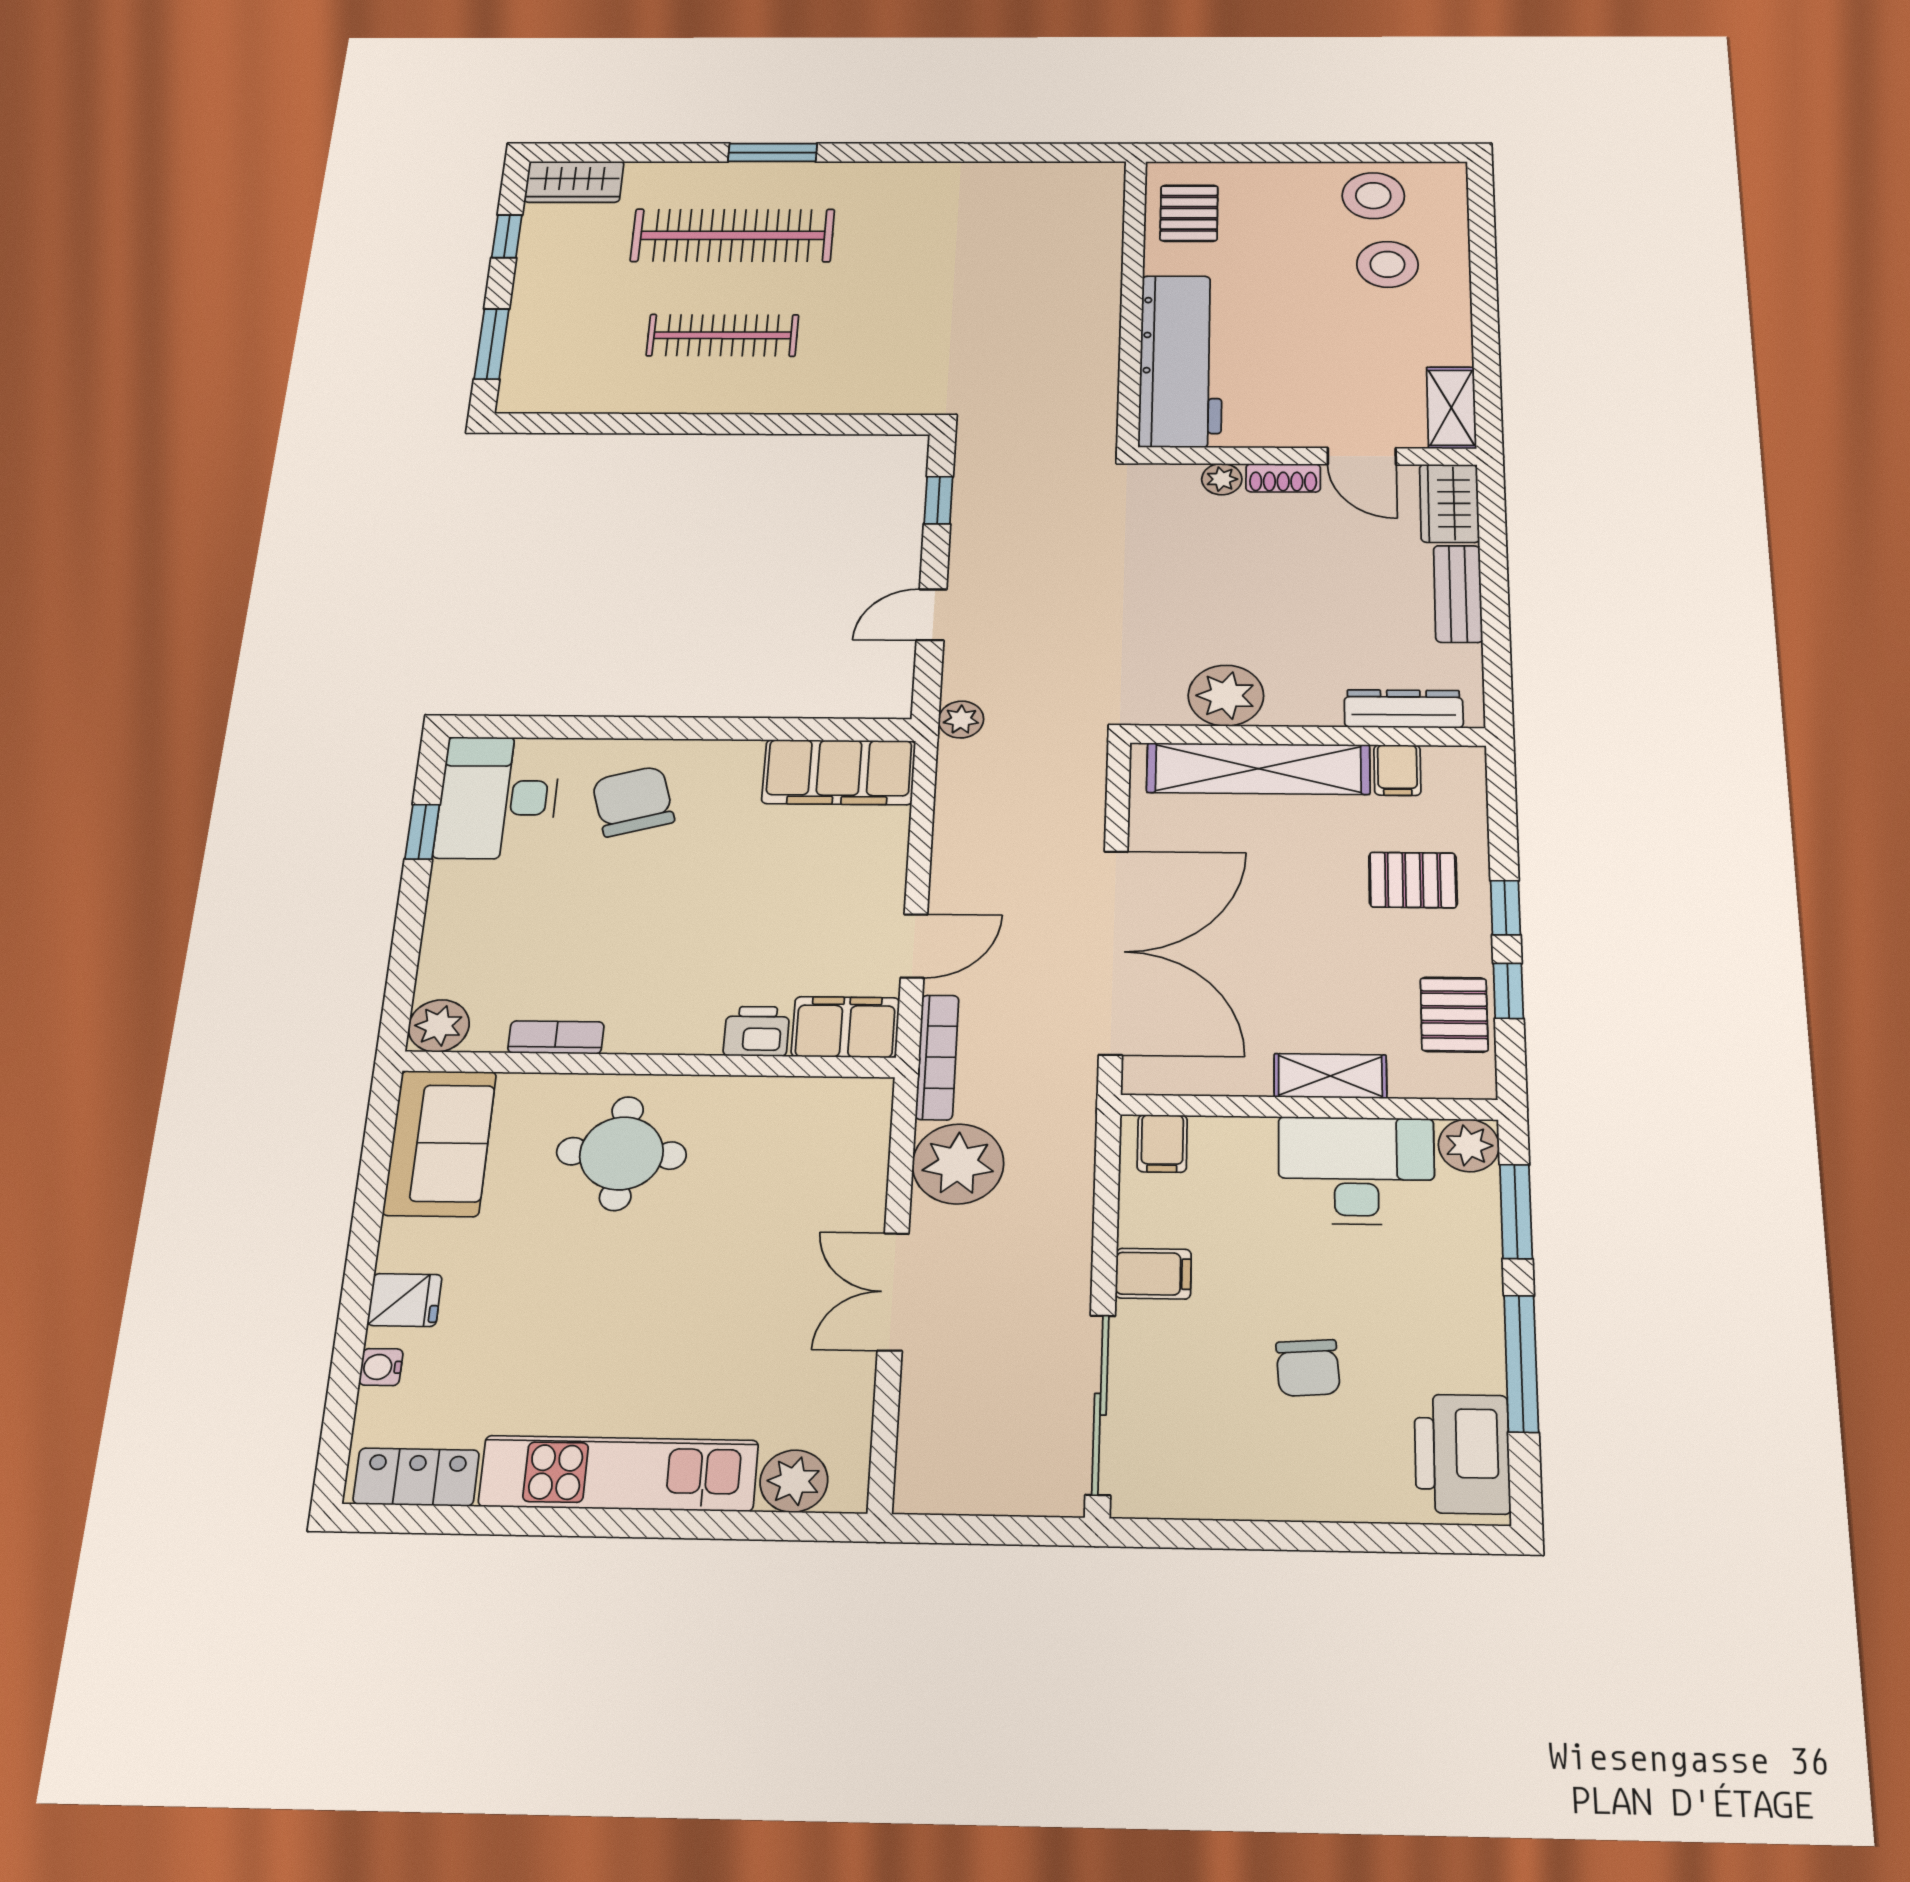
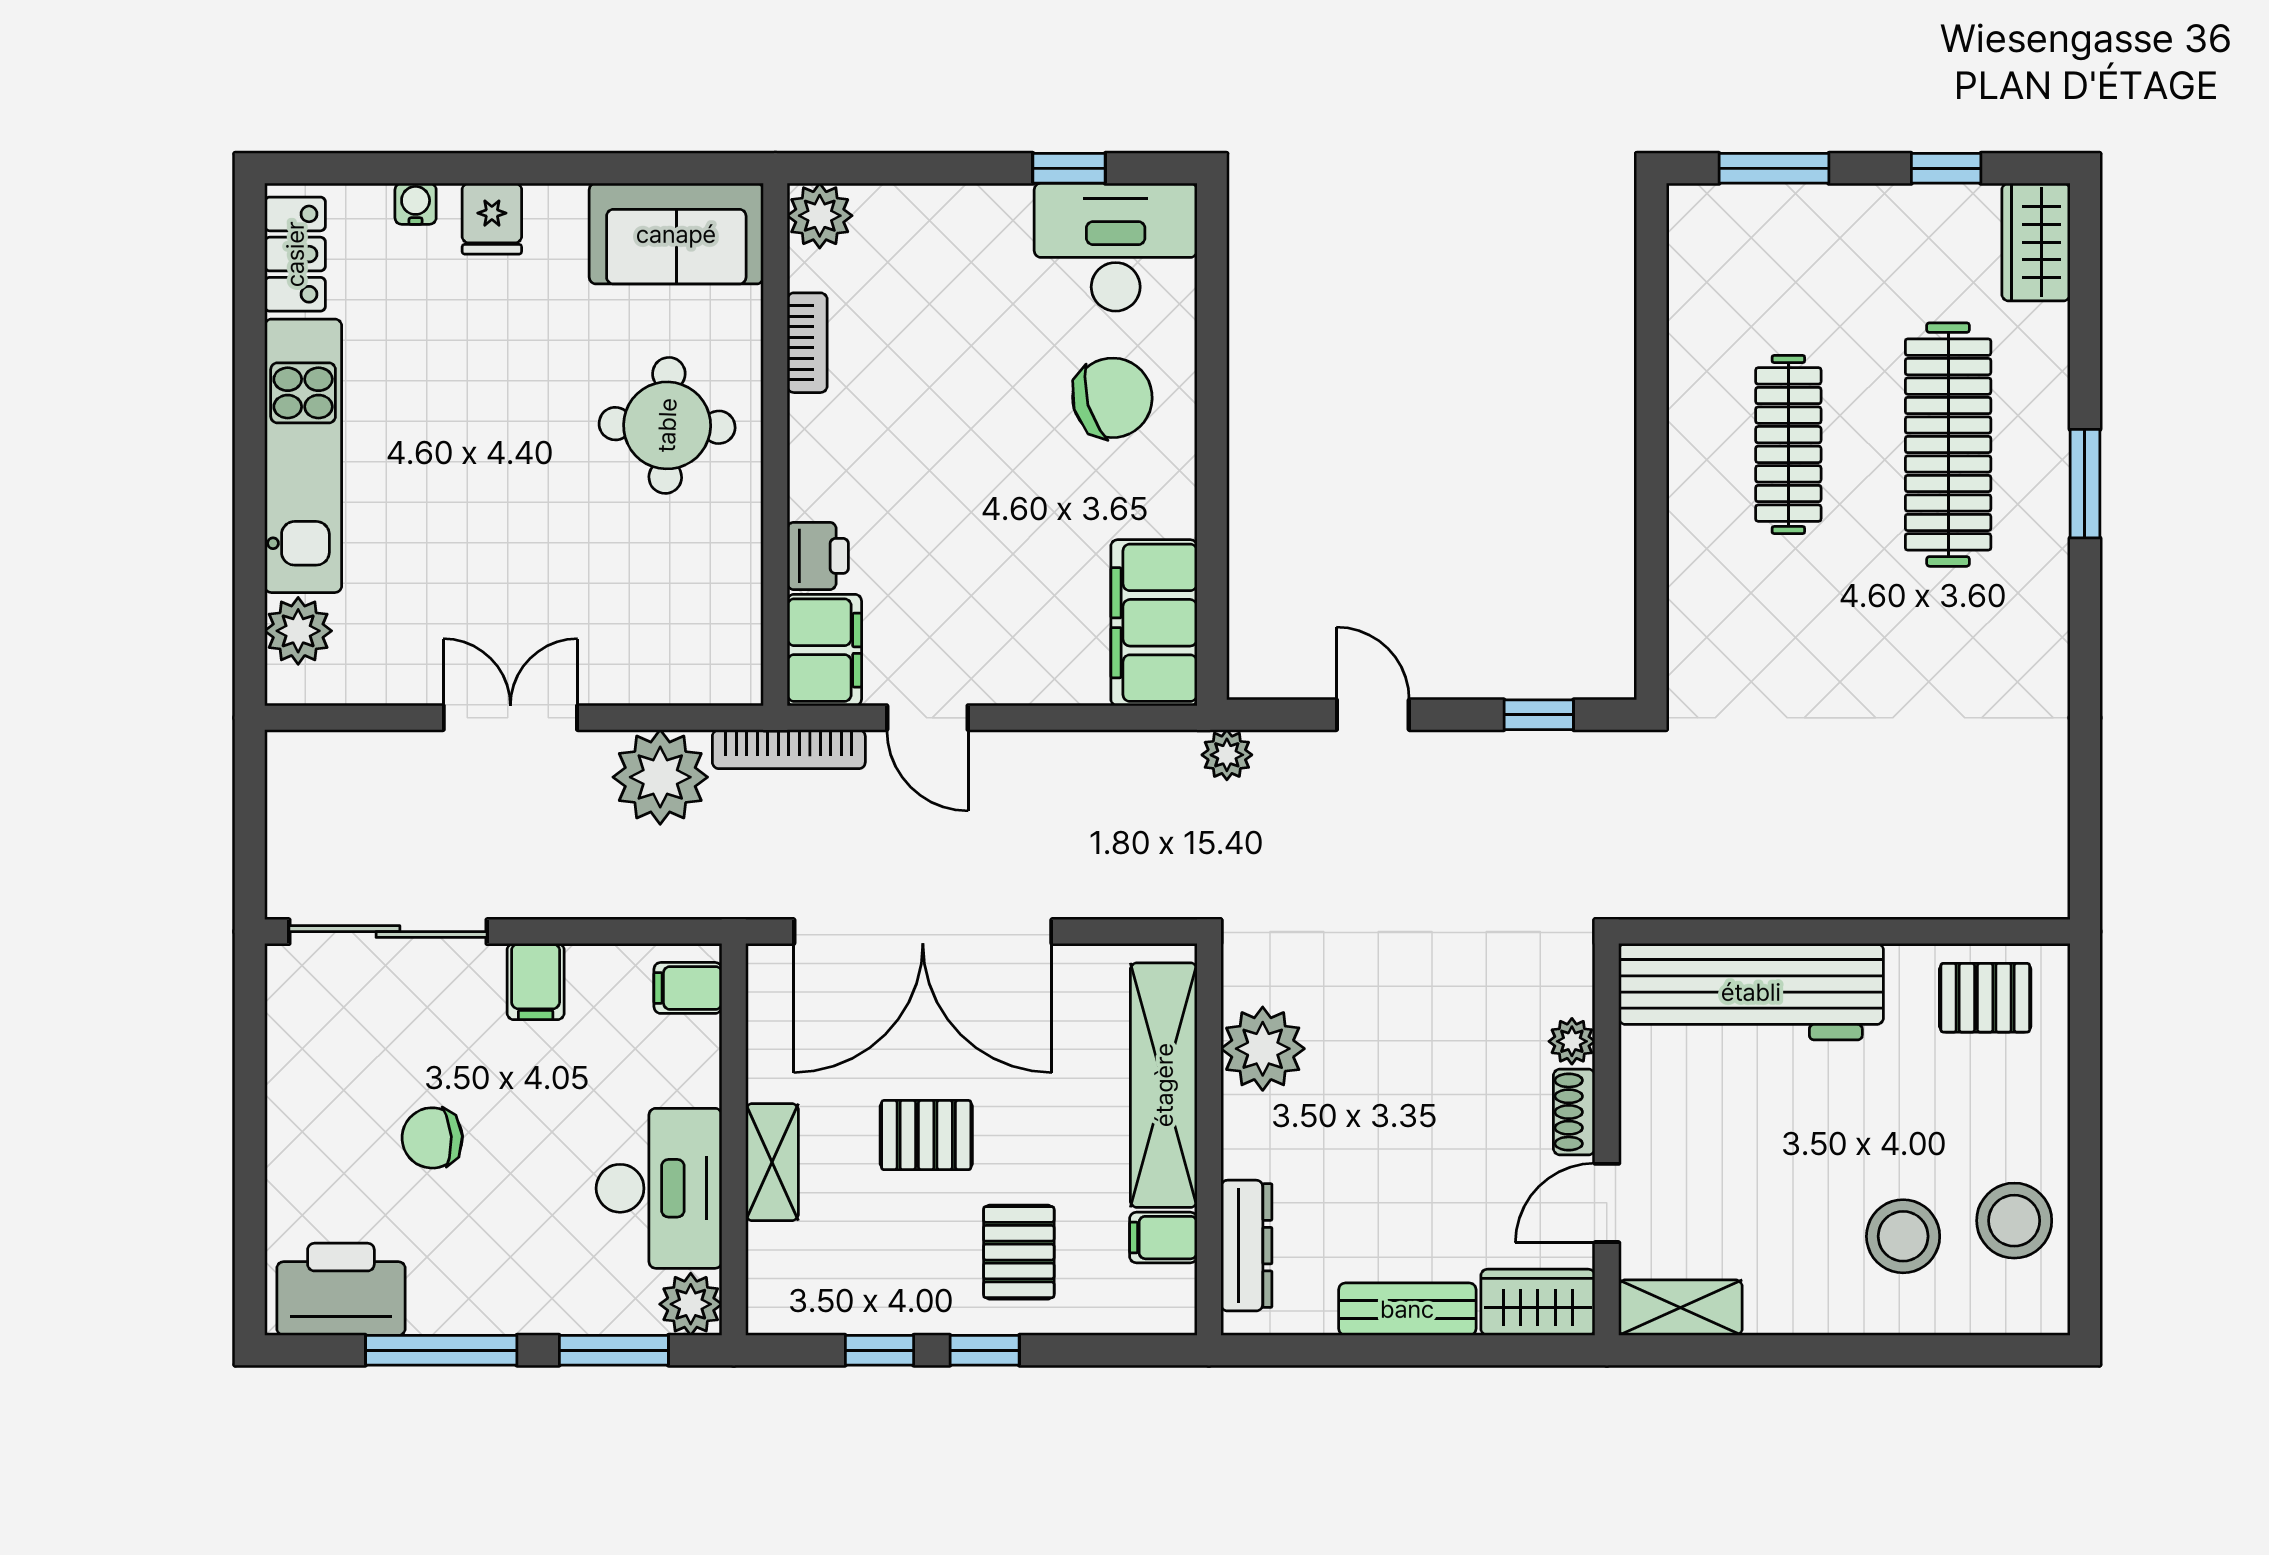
pallet: (1454, 1015) -> (926, 1135), moved

